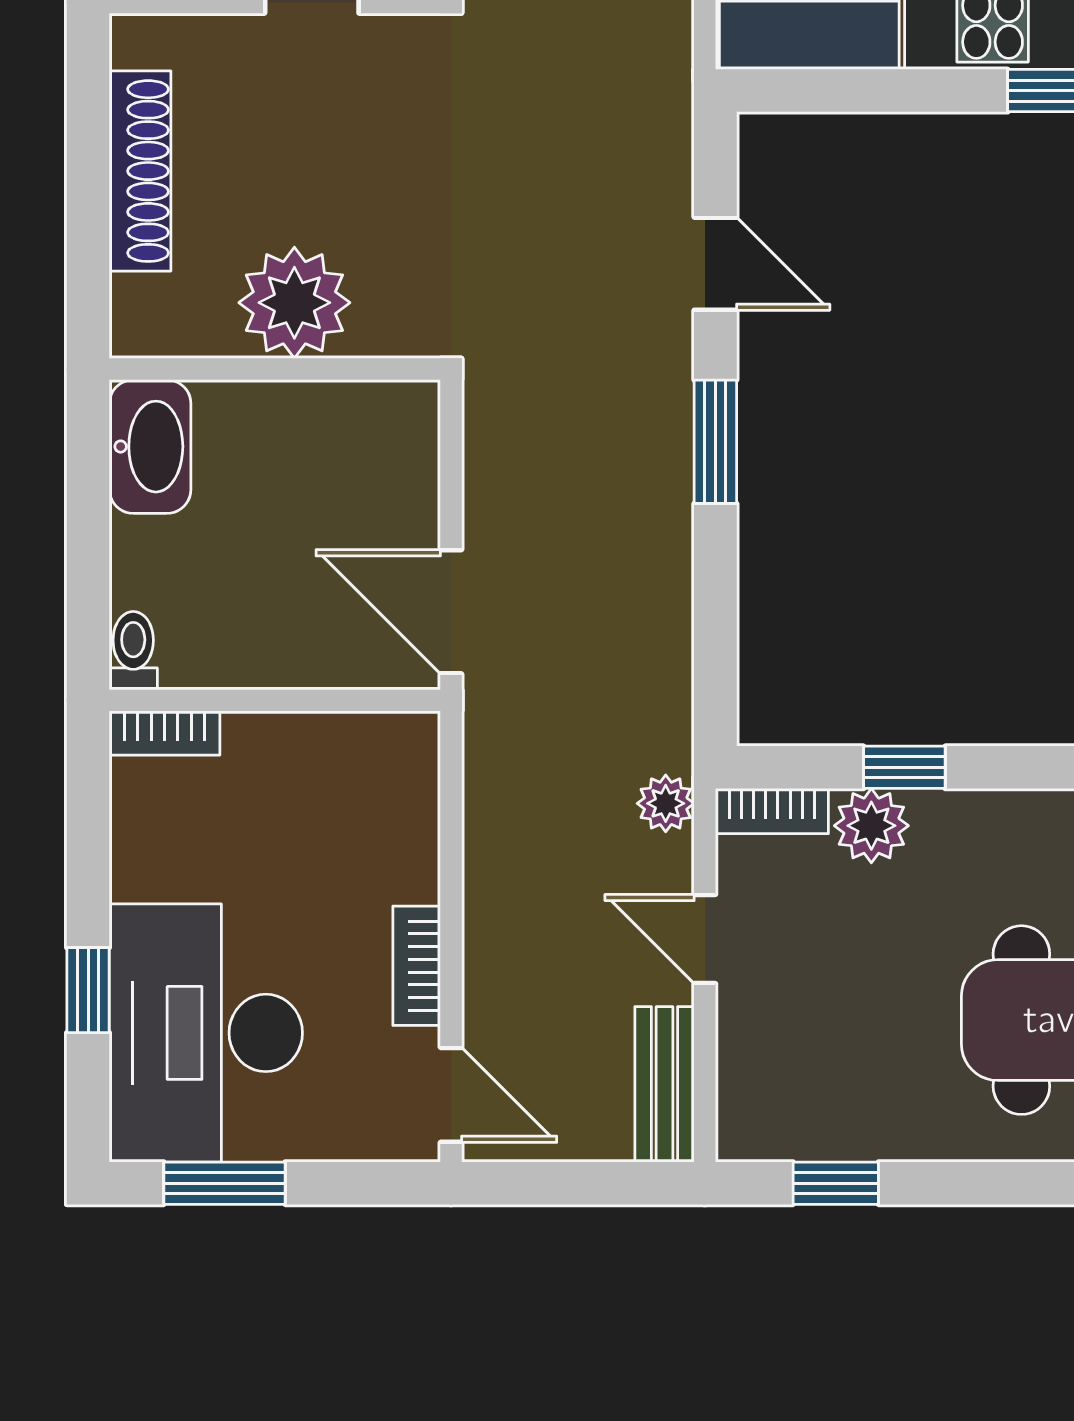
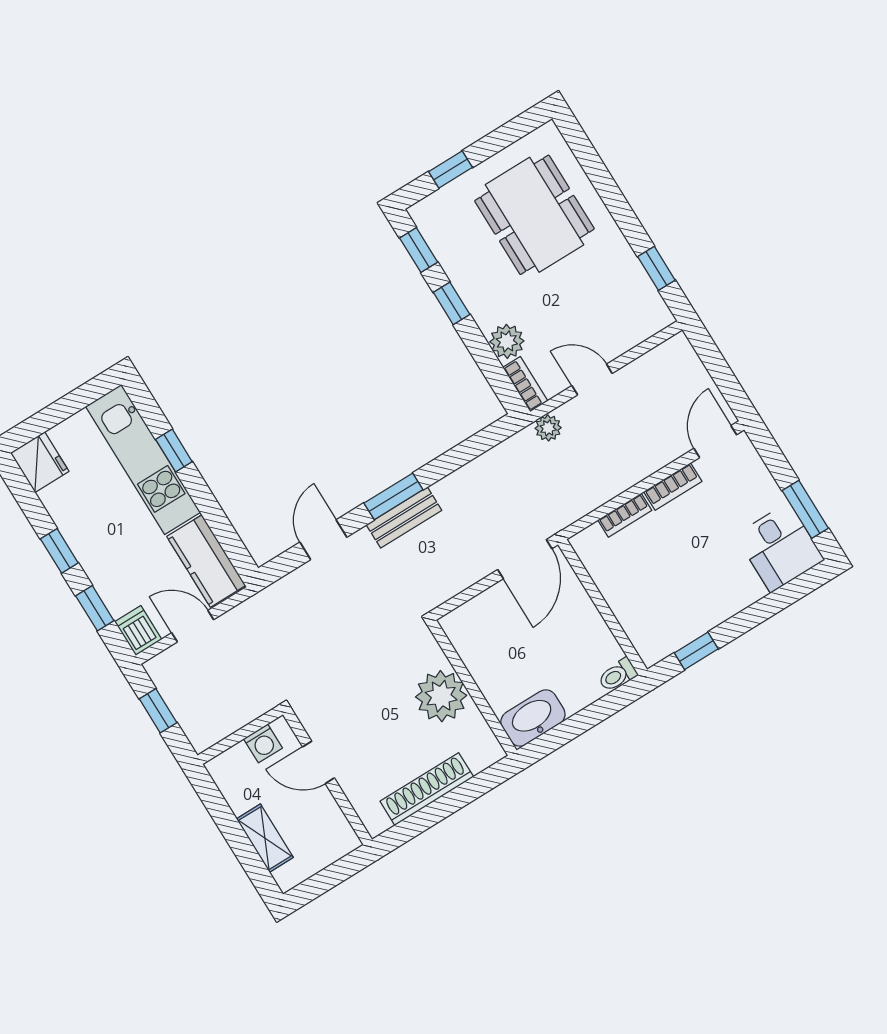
bookcase: (164, 733) -> (625, 515), moved, turned 90
window: (904, 767) -> (452, 303), moved
door: (705, 939) -> (592, 379), swing flipped
window: (88, 990) -> (696, 651), moved
desk: (206, 1033) -> (780, 547), width x0.53, depth x0.77
bench: (665, 1084) -> (404, 518), moved

